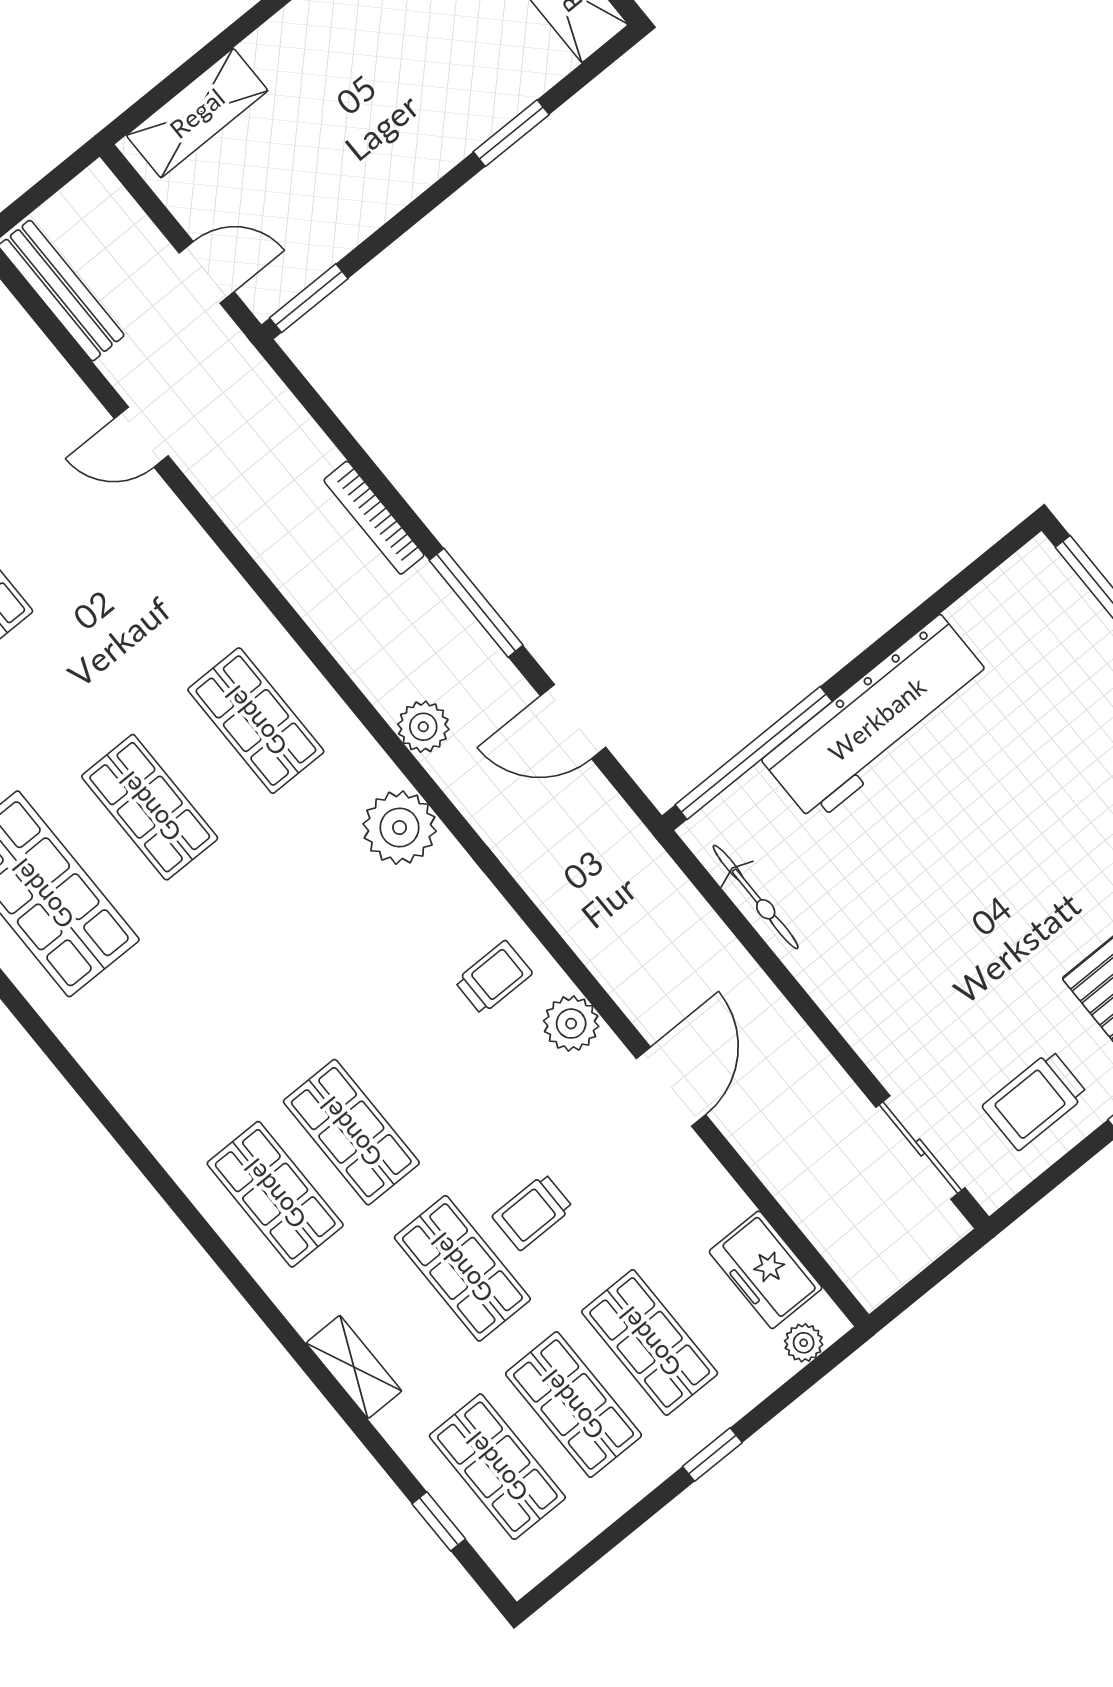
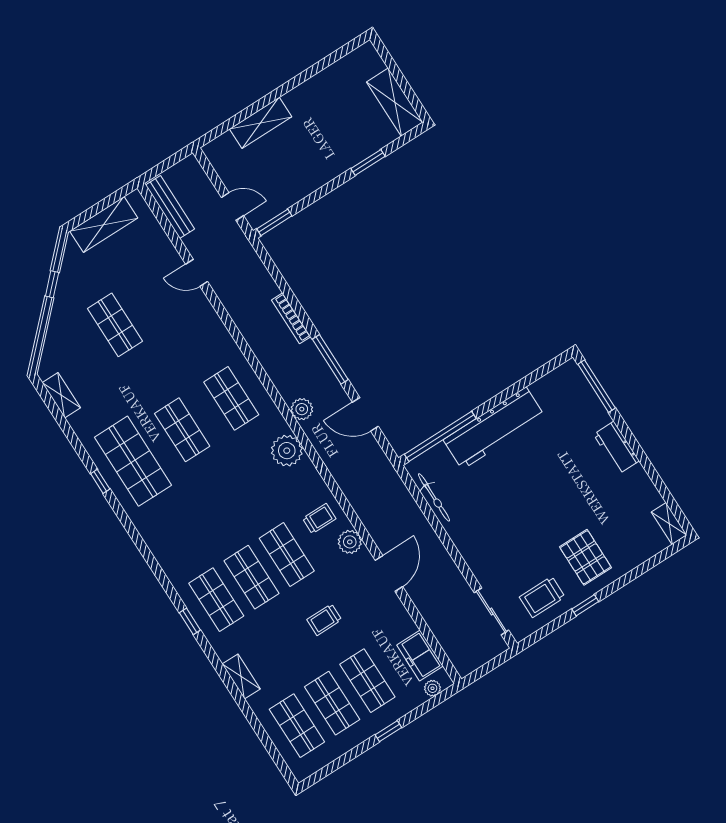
shelving: (197, 113) -> (261, 123), moved
shop shelf: (462, 1268) -> (287, 555), moved
window: (439, 1521) -> (190, 621), moved

